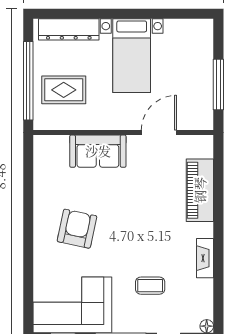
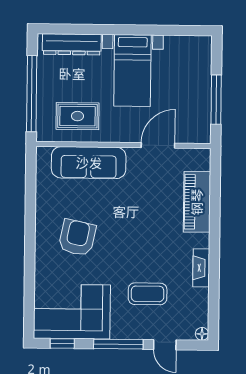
rug: (64, 90) -> (77, 116), moved
sofa: (98, 151) -> (89, 163), width x1.36
coffee table: (150, 286) -> (148, 294), width x1.36, depth x1.30

